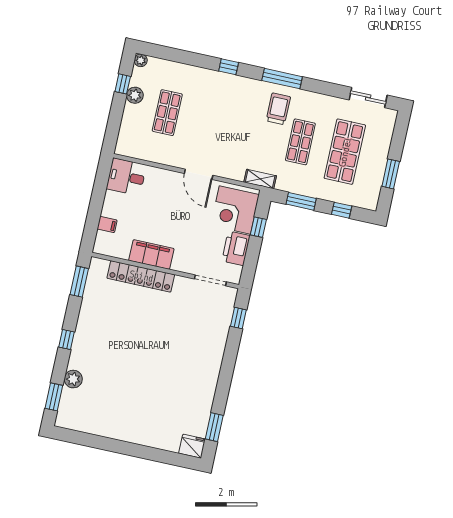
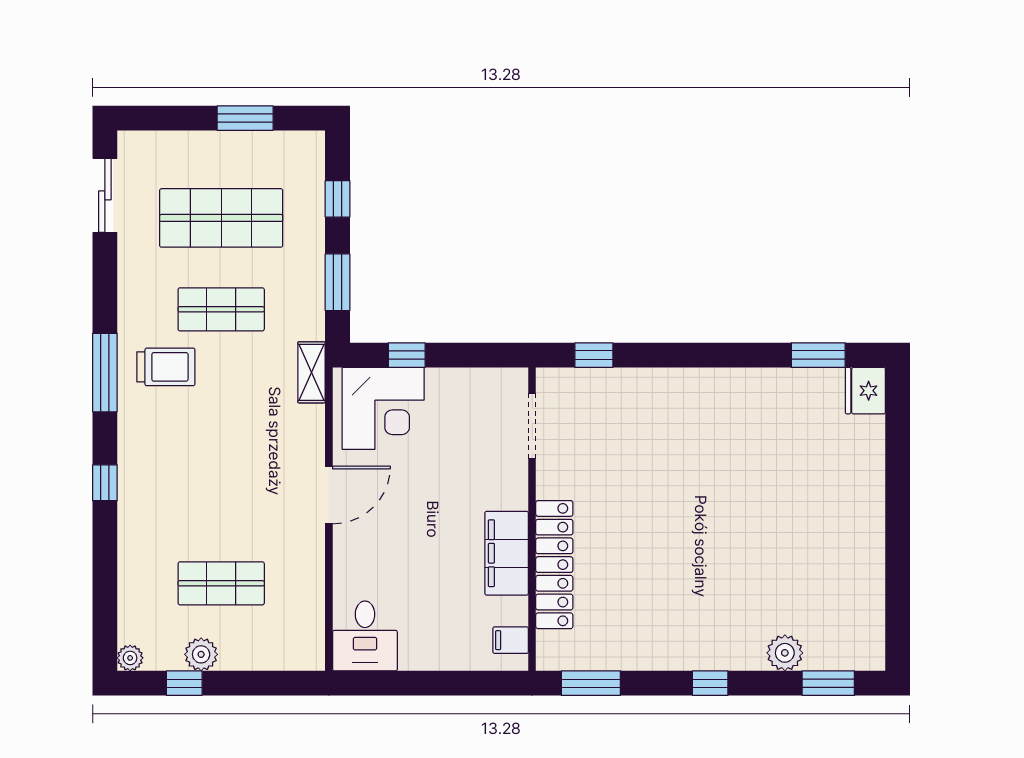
trolley: (278, 109) -> (166, 367), turned 180
filing cabinet: (107, 225) -> (511, 640), moved, turned -90
printer: (236, 248) -> (458, 390), removed

